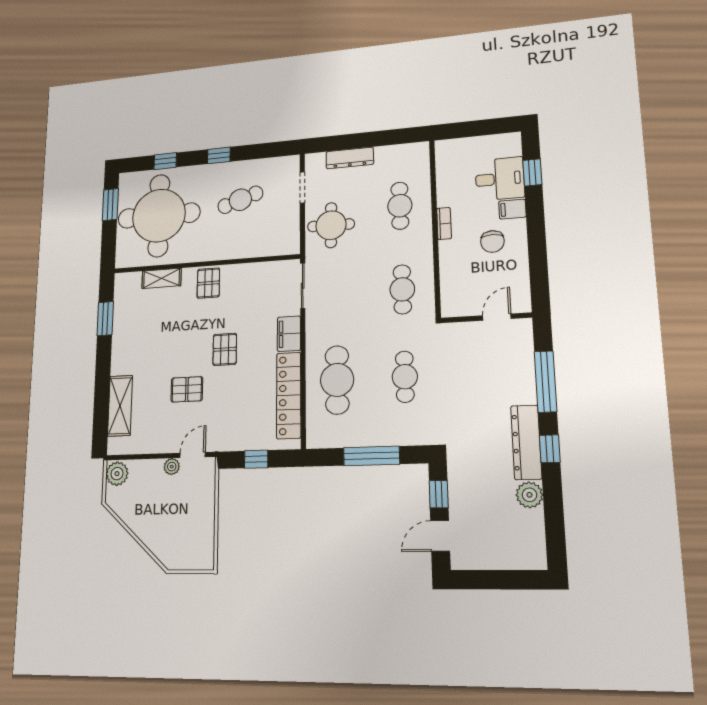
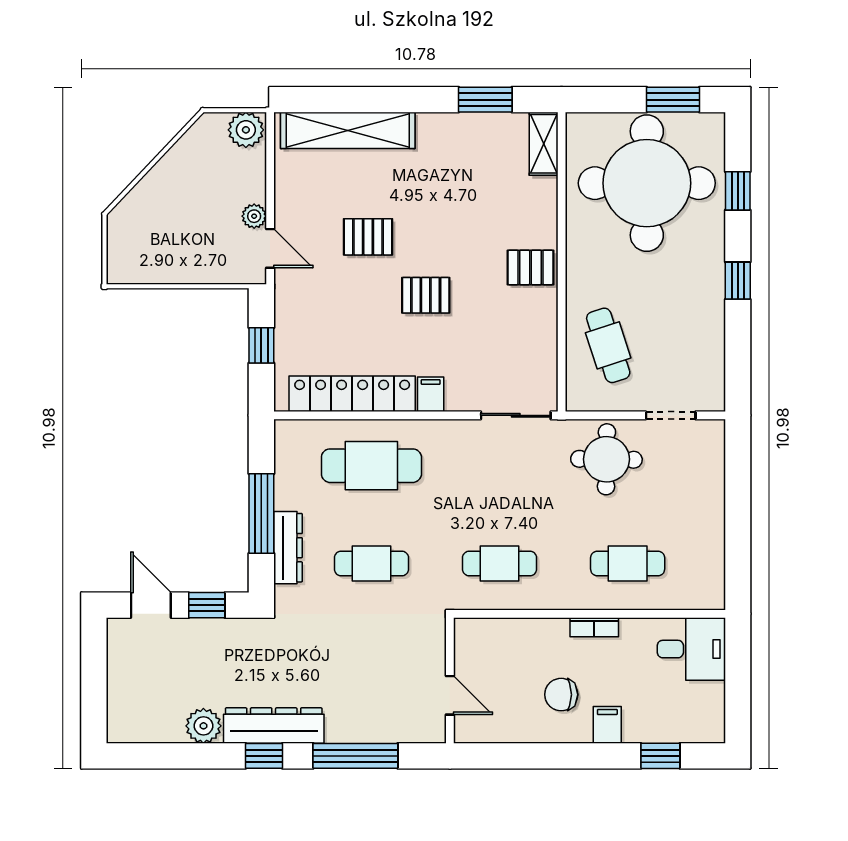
dresser: (350, 158) -> (288, 548), moved, turned 180
desk: (500, 179) -> (691, 649), moved, turned -90
cafe table: (240, 200) -> (608, 345), moved
shelving: (162, 278) -> (544, 144), moved
filing cabinet: (289, 334) -> (431, 394), width x0.50
pallet: (187, 389) -> (368, 237), turned 90
shelving: (120, 406) -> (348, 130), width x1.47

